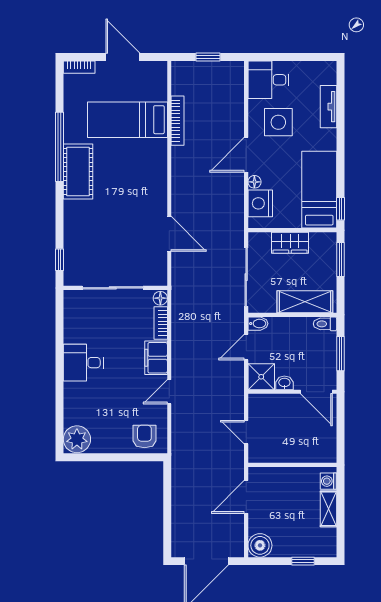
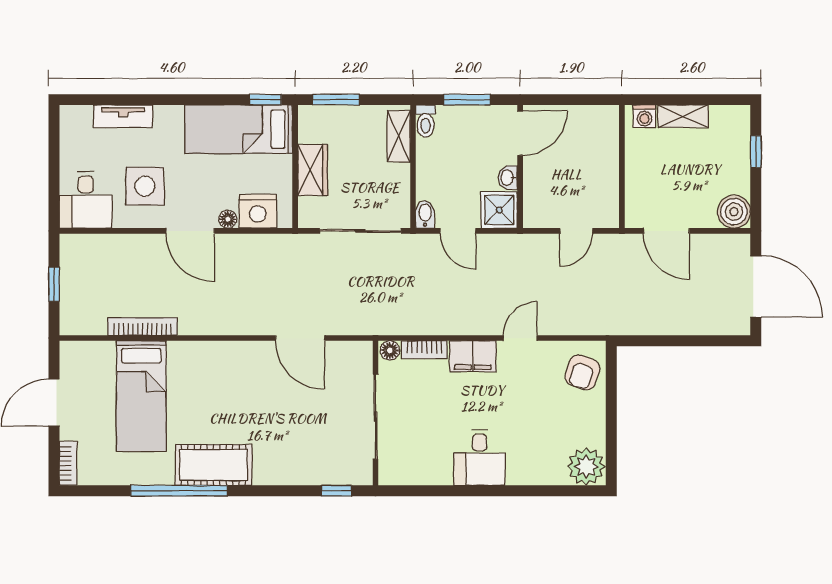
door: (169, 234) -> (300, 338), swing flipped
shelving: (305, 302) -> (399, 136), width x0.67, depth x0.75
door: (169, 392) -> (520, 338), swing flipped
armchair: (144, 436) -> (582, 372), turned -72

